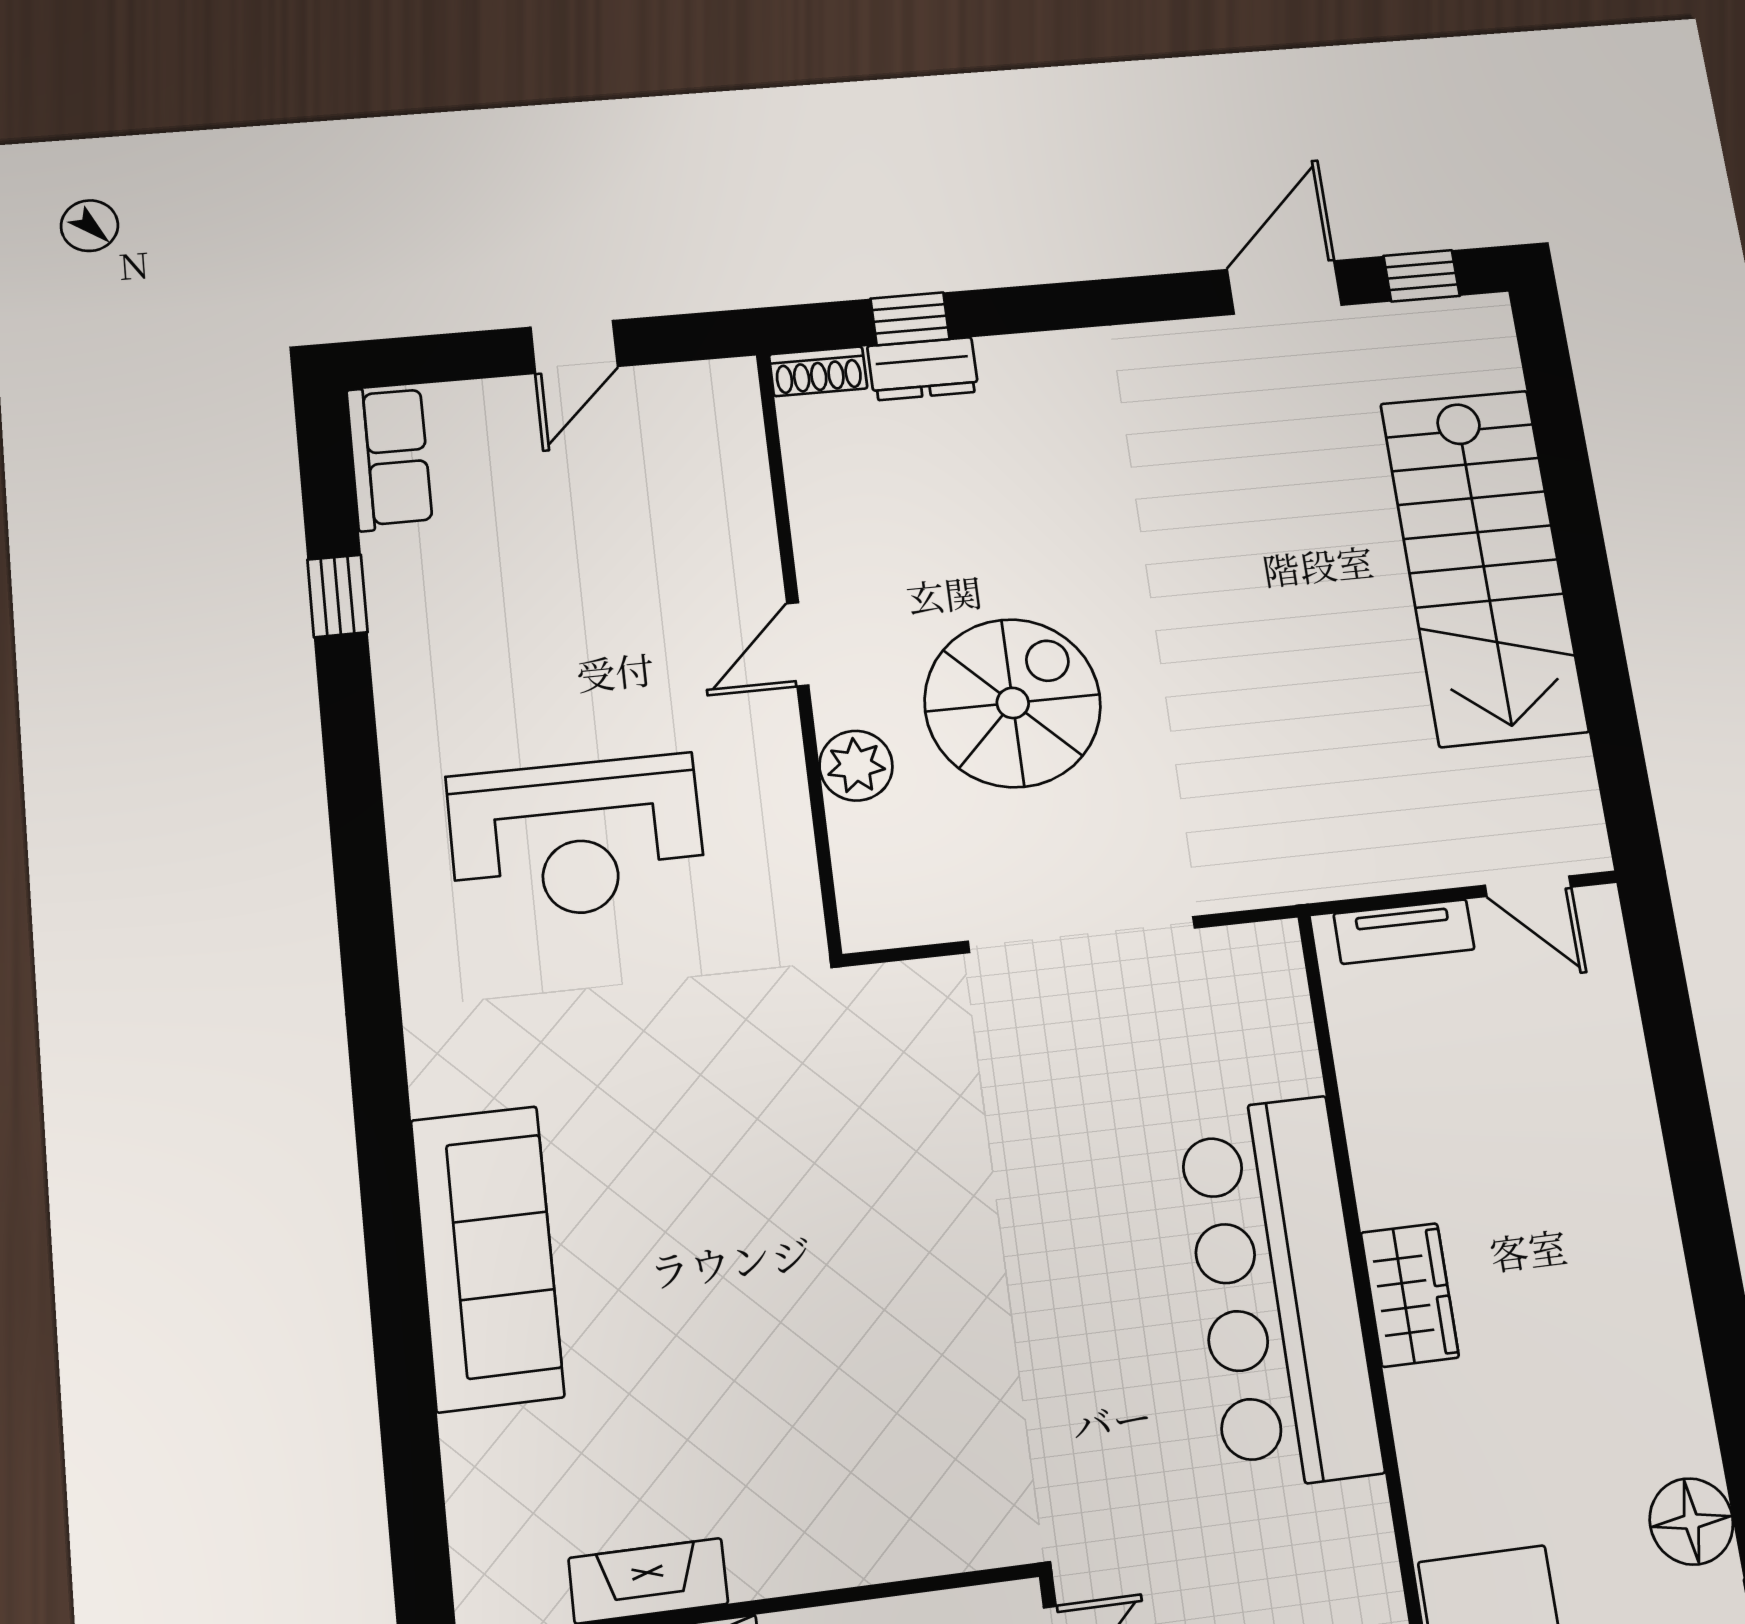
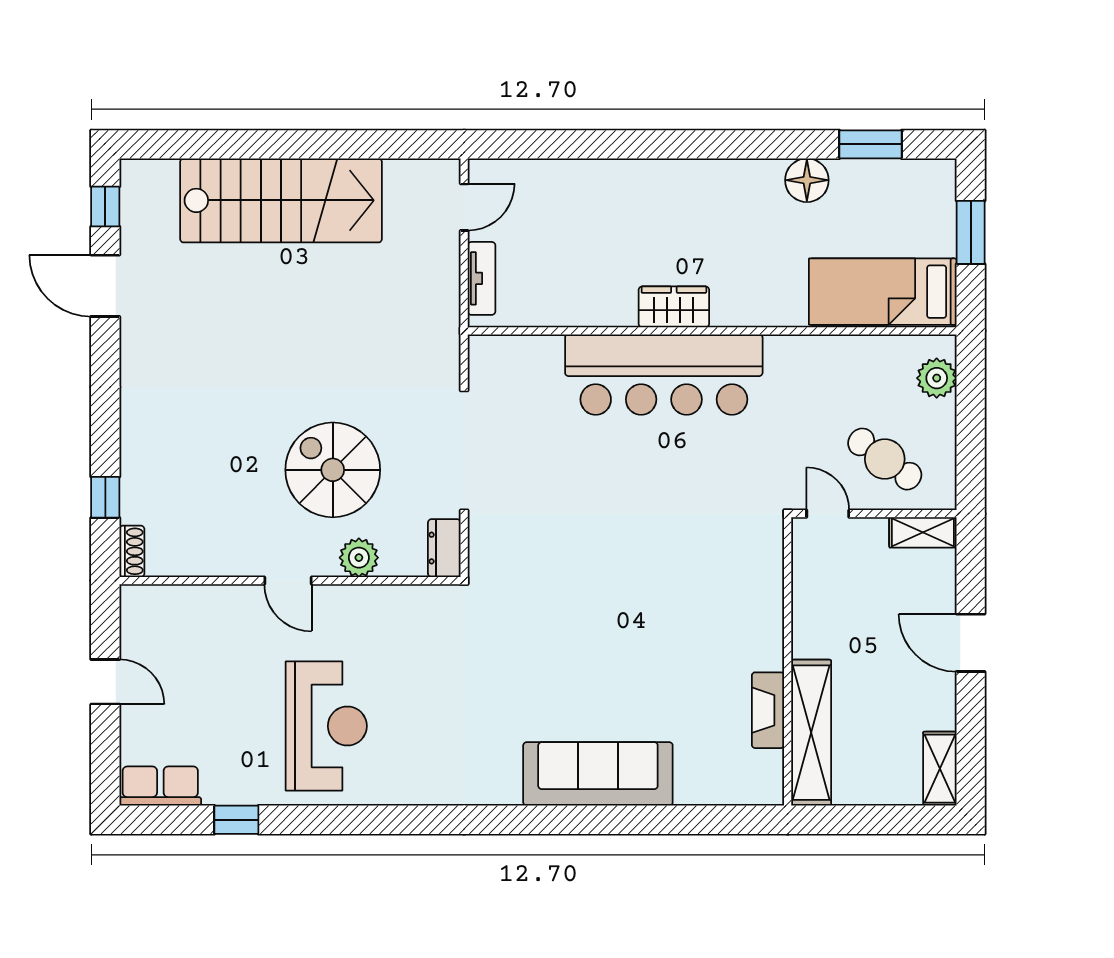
dresser: (923, 369) -> (444, 548), moved, turned 180
reception desk: (577, 838) -> (326, 726), moved

